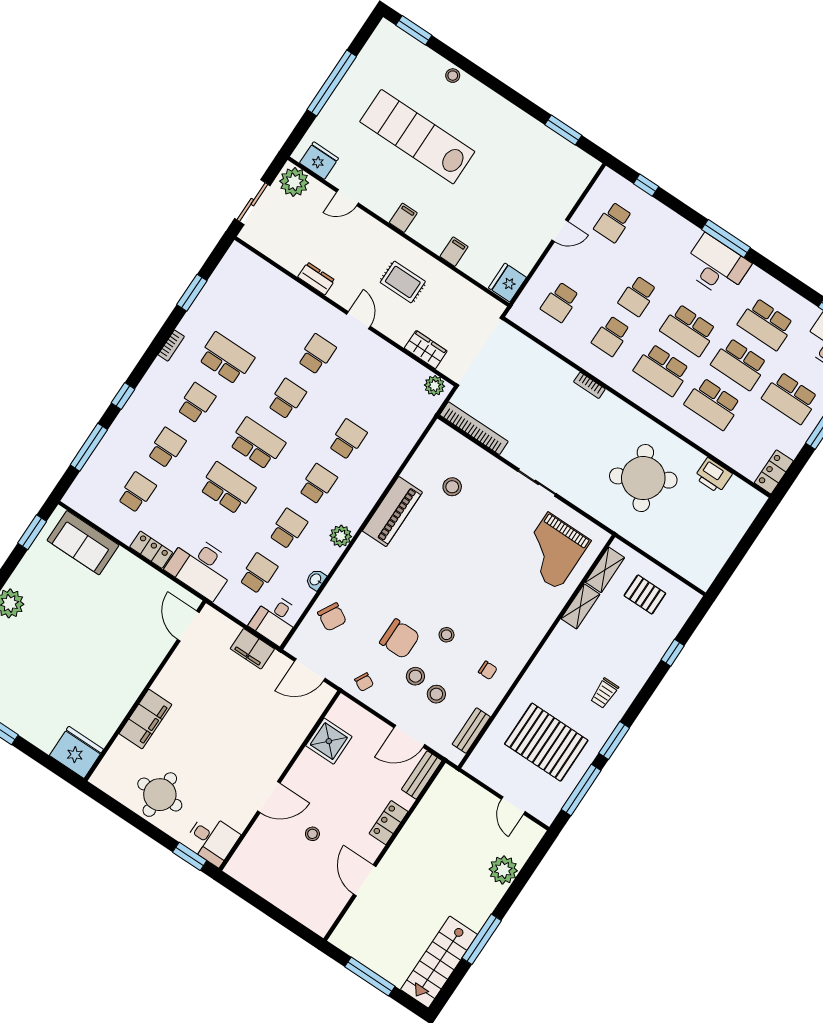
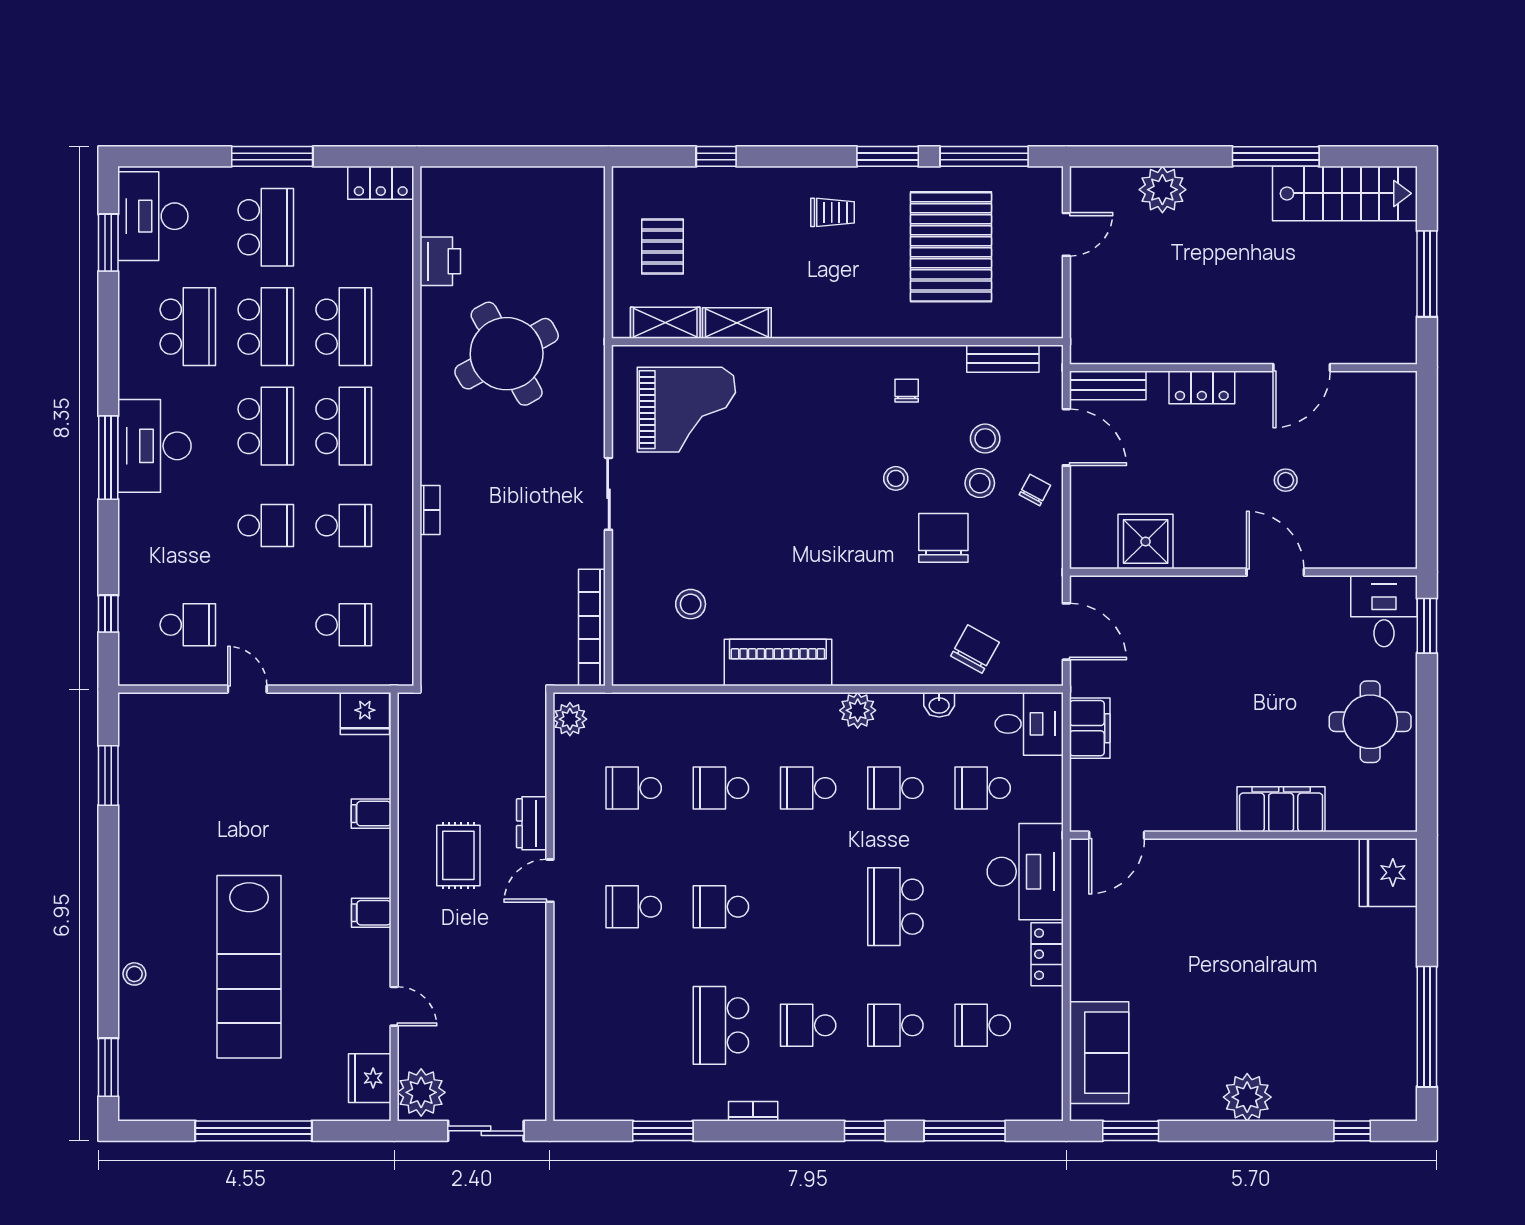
dresser: (316, 279) -> (532, 823), moved
wardrobe: (426, 350) -> (529, 764), removed
school desk: (257, 444) -> (634, 788), moved, width x0.54
chair: (364, 682) -> (1035, 490), moved

